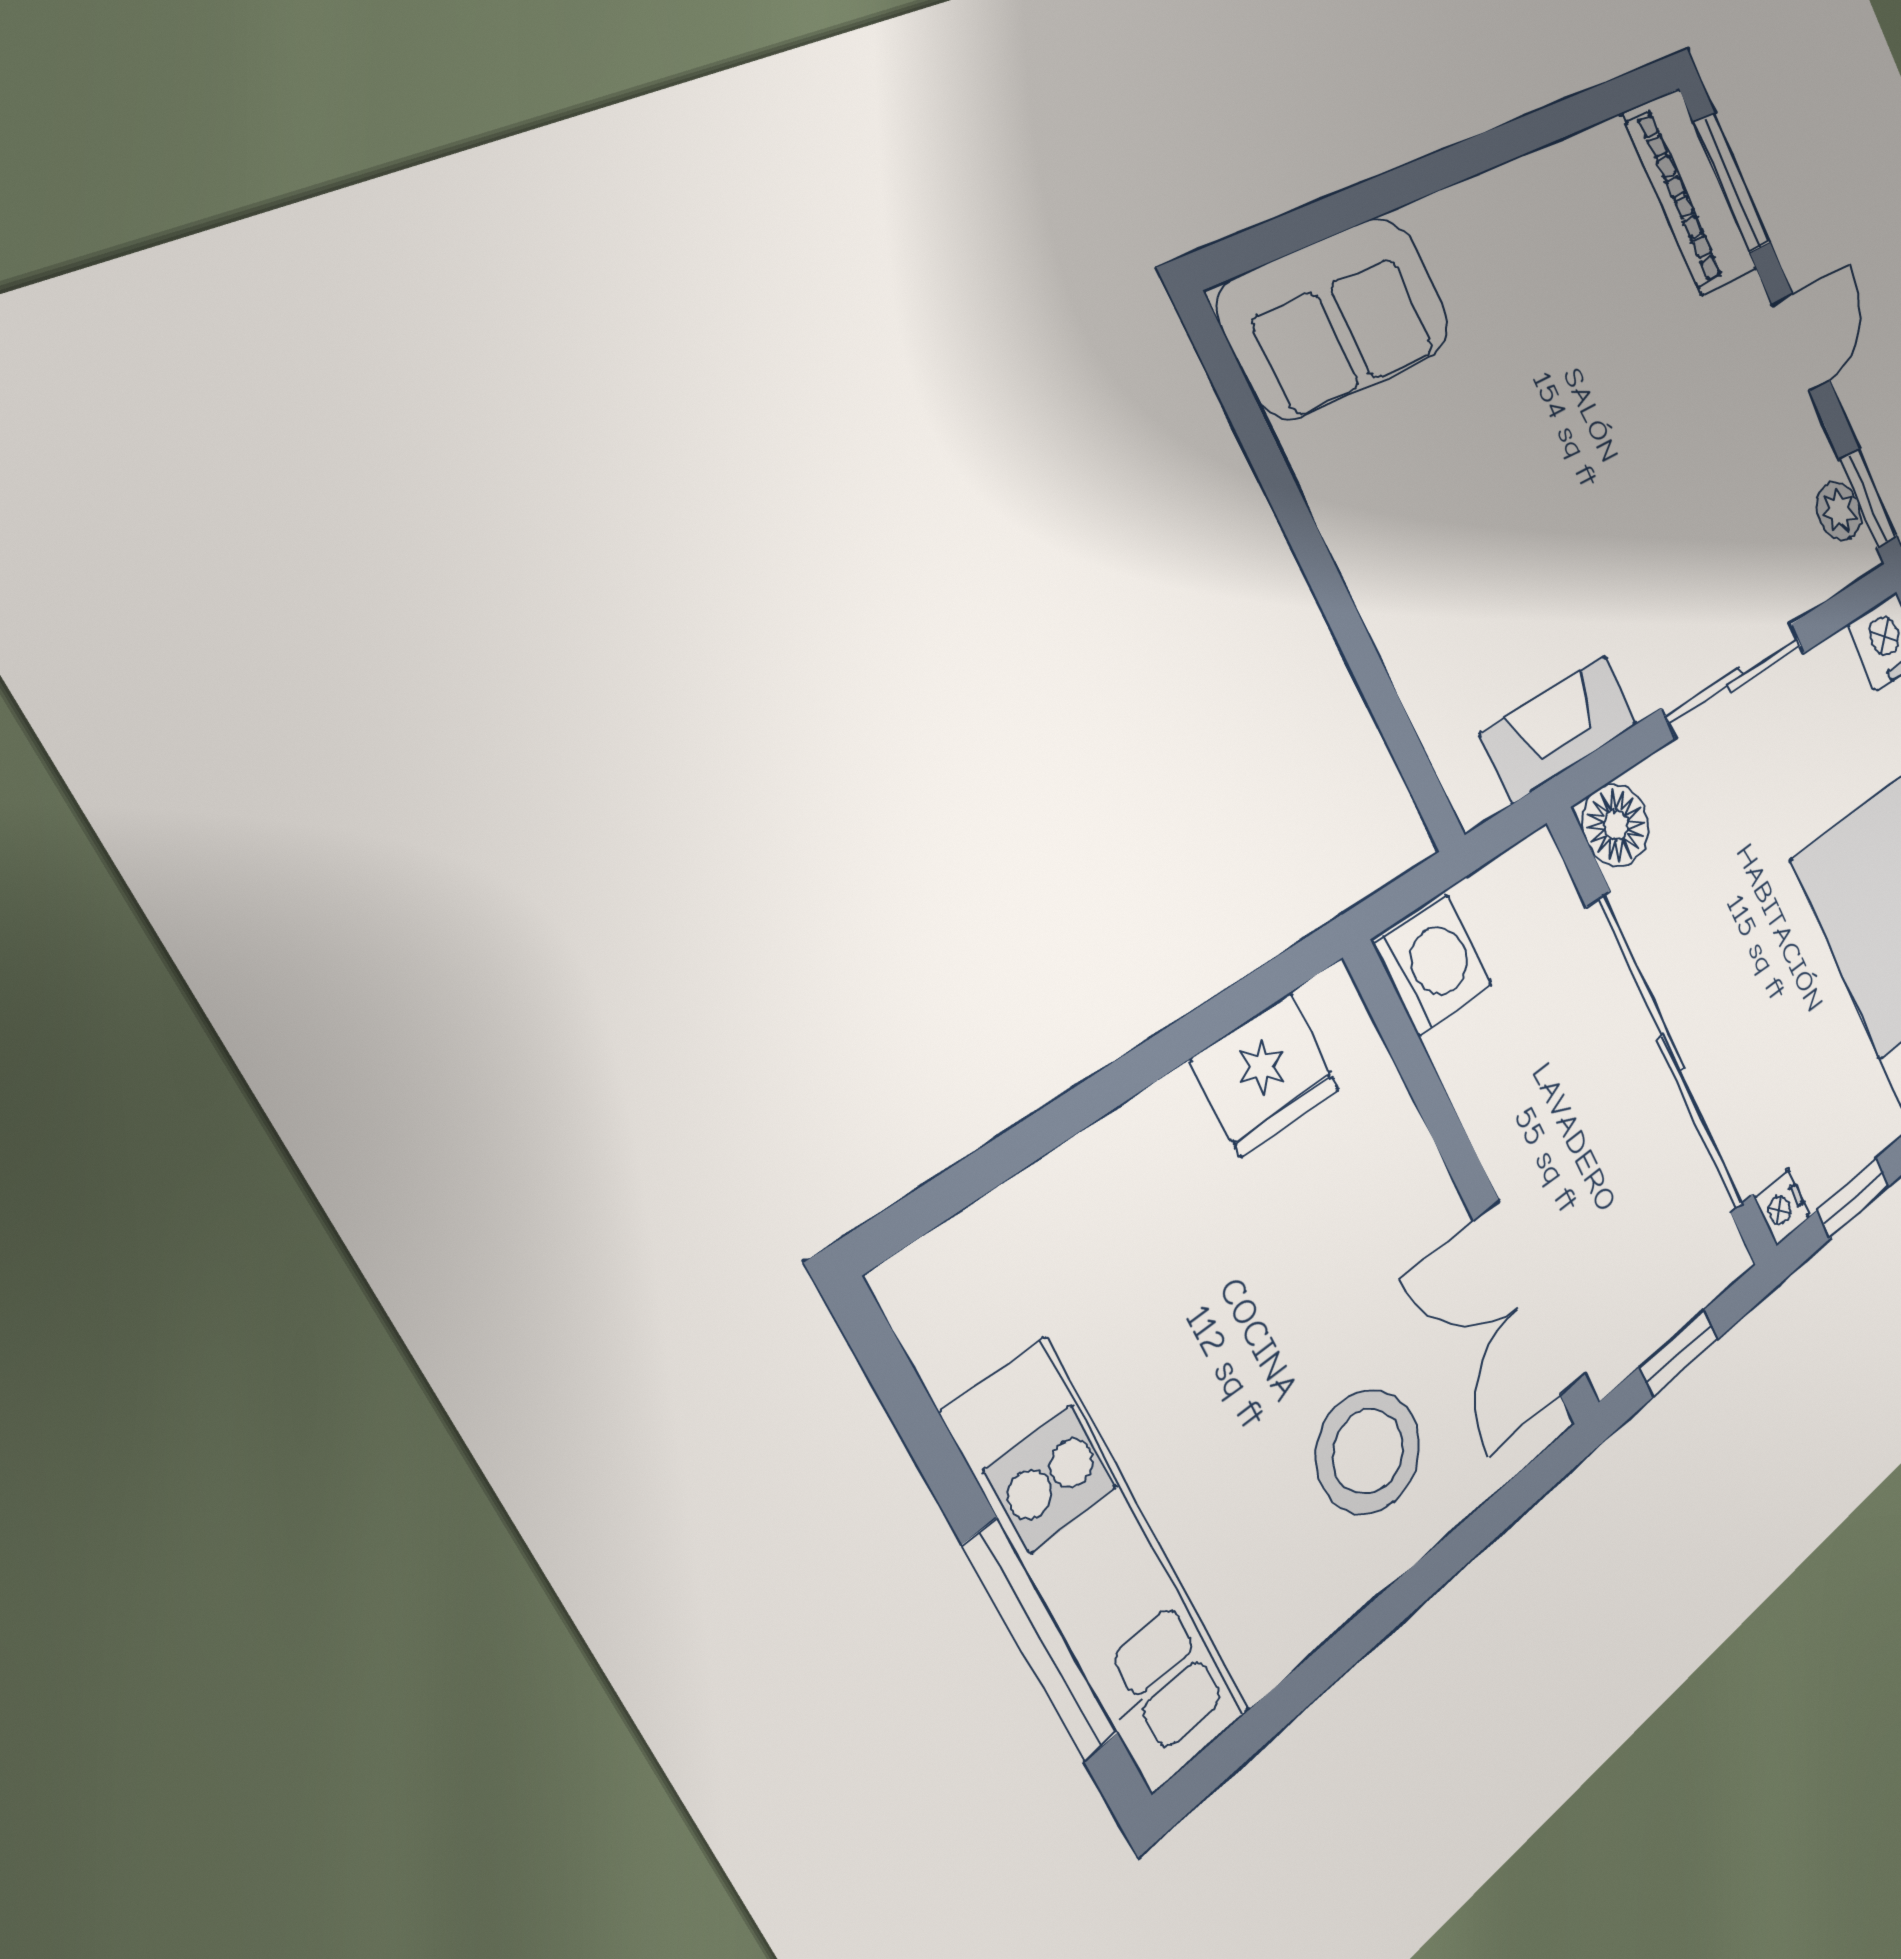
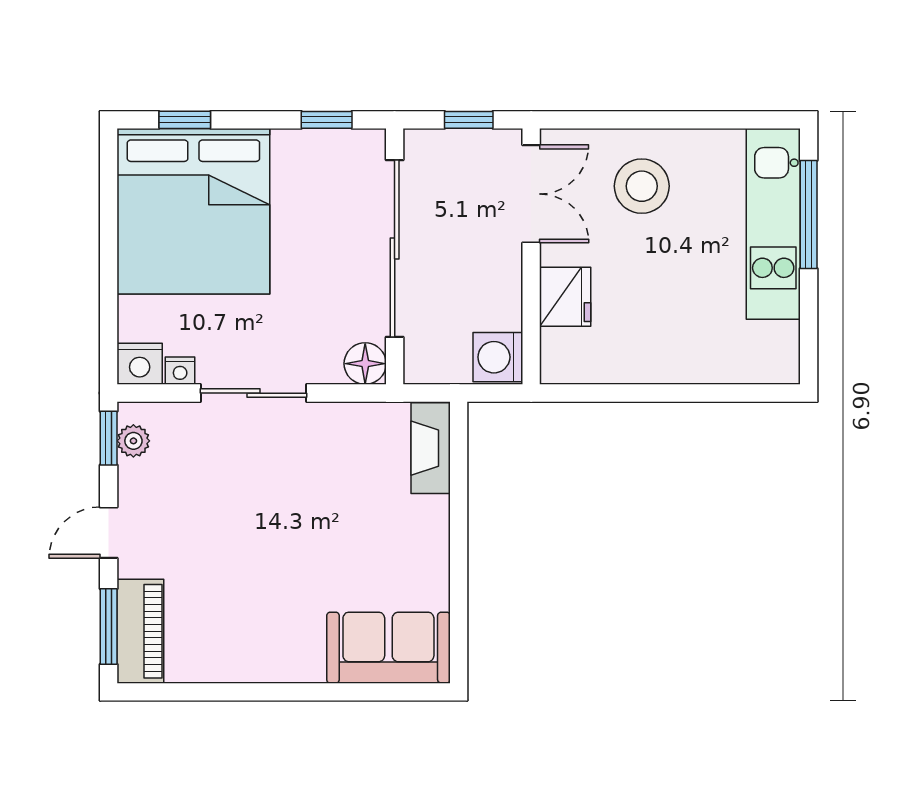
fireplace: (1559, 729) -> (431, 448), moved, turned 90
fridge: (1266, 1074) -> (565, 297), moved, turned 90
nightstand: (1782, 1208) -> (180, 371), moved, turned 90

